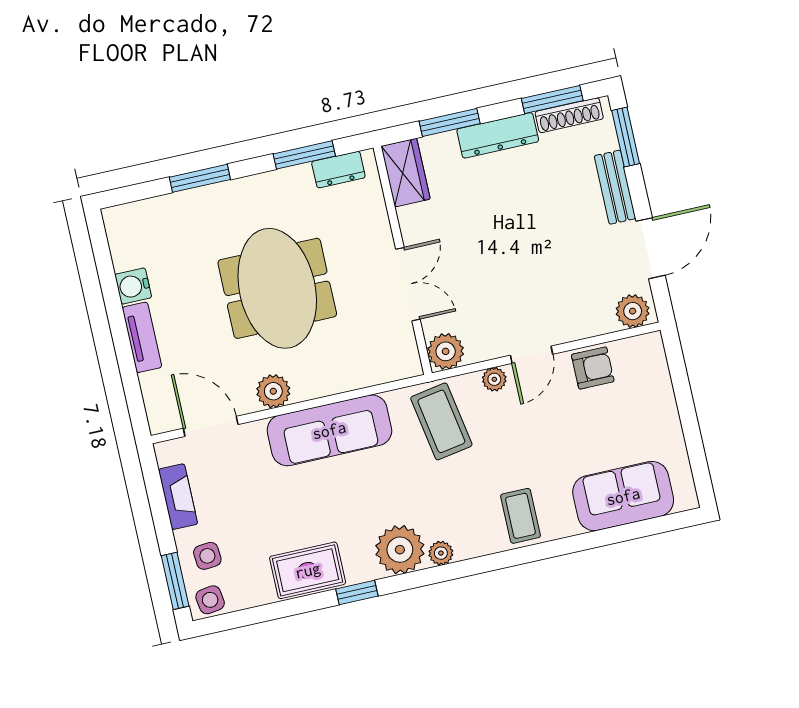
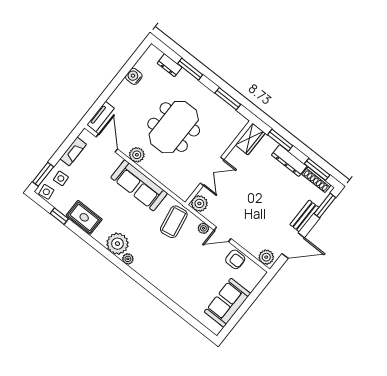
dresser: (338, 170) -> (170, 65), moved
tv unit: (142, 337) -> (101, 117), moved
sofa: (623, 496) -> (227, 303), moved, turned -90
coffee table: (521, 516) -> (163, 276), removed
window: (357, 592) -> (59, 216), moved

